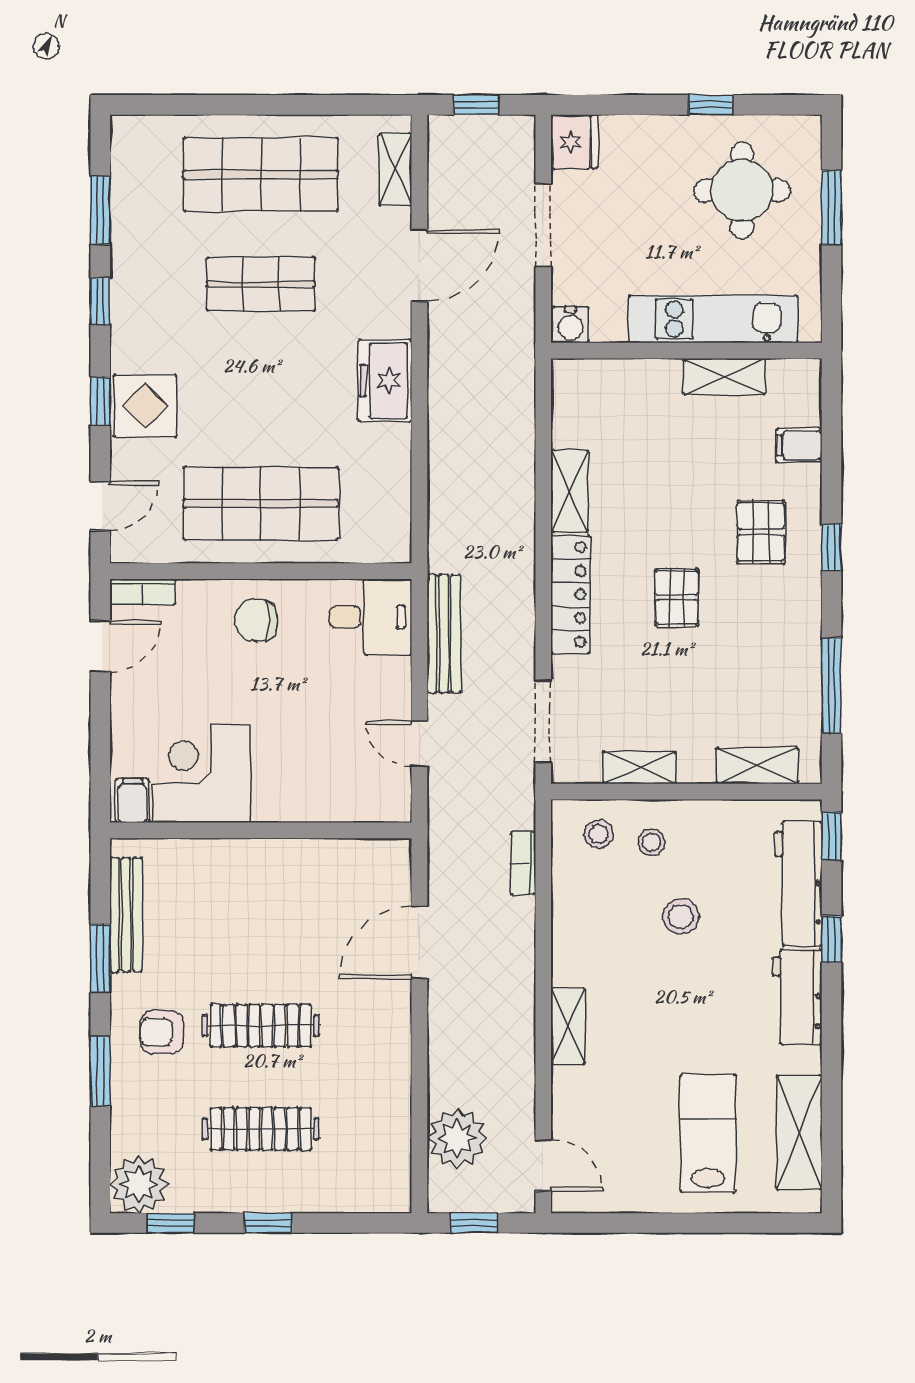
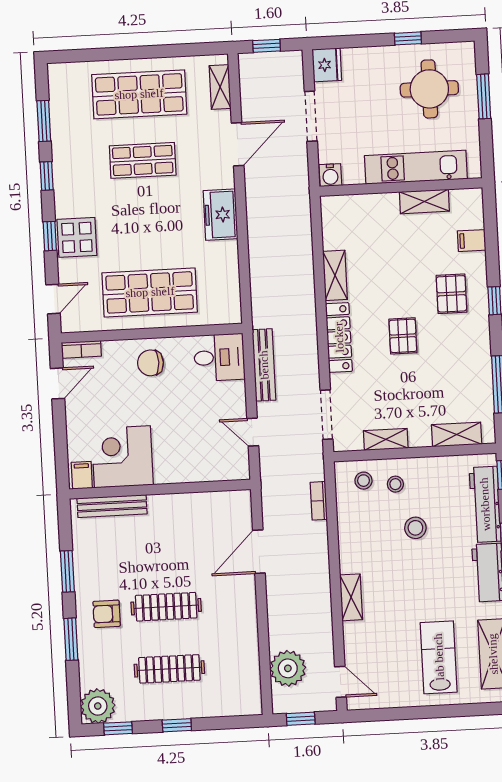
bench: (126, 915) -> (112, 506), moved, turned 90

